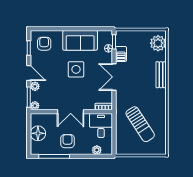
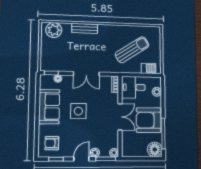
barbecue: (121, 54) -> (148, 68), moved
floor lamp: (38, 133) -> (155, 149), moved
armchair: (67, 141) -> (149, 120), width x1.88, depth x1.88

